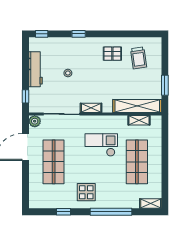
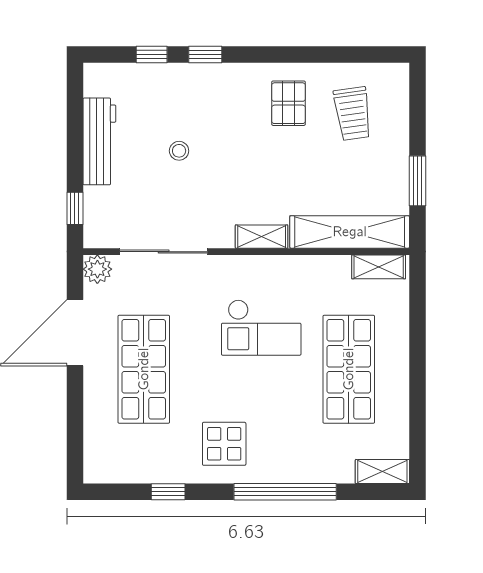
window: (42, 34) -> (152, 55), moved
pallet: (112, 54) -> (288, 103), turned 90
shelving: (91, 108) -> (262, 237), moved
shelving: (139, 120) -> (379, 267), moved
checkout: (101, 145) -> (261, 328), turned 180

